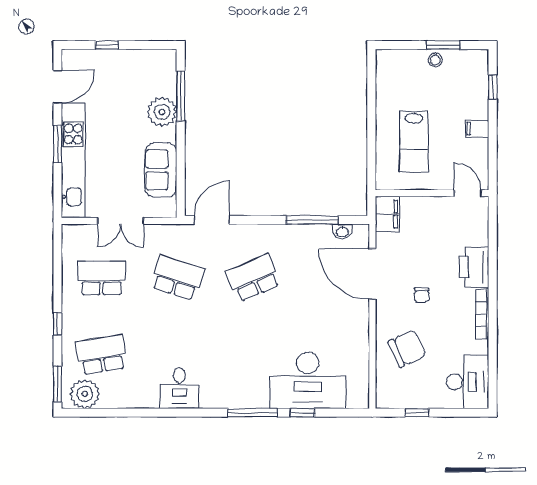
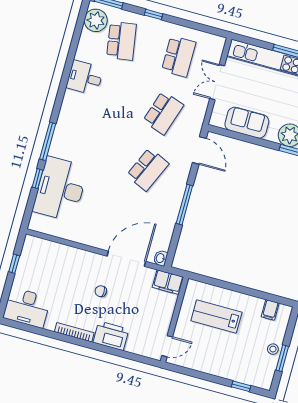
filing cabinet: (477, 129) -> (270, 310), moved, turned 180
window: (312, 220) -> (184, 205), moved
washbasin: (342, 232) -> (161, 258), moved
school desk: (253, 278) -> (148, 170), turned 48
chair: (407, 349) -> (64, 269), removed
desk: (179, 388) -> (85, 78), moved

